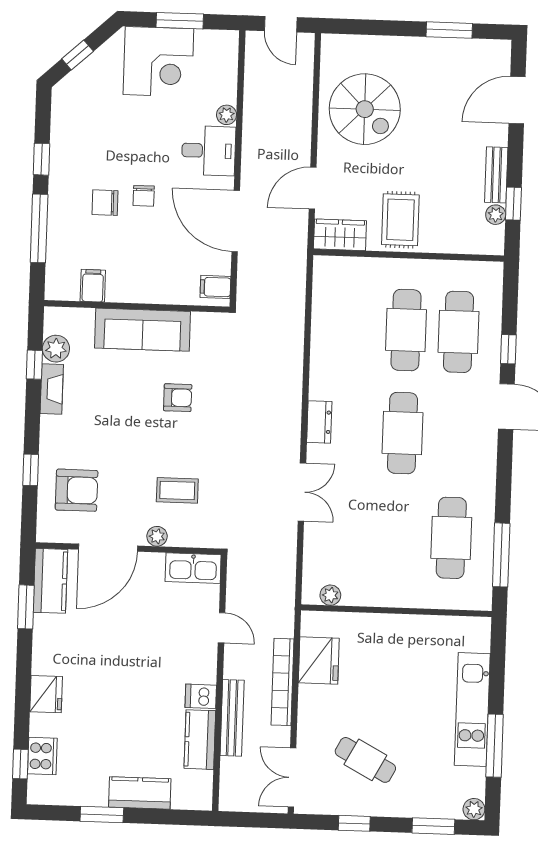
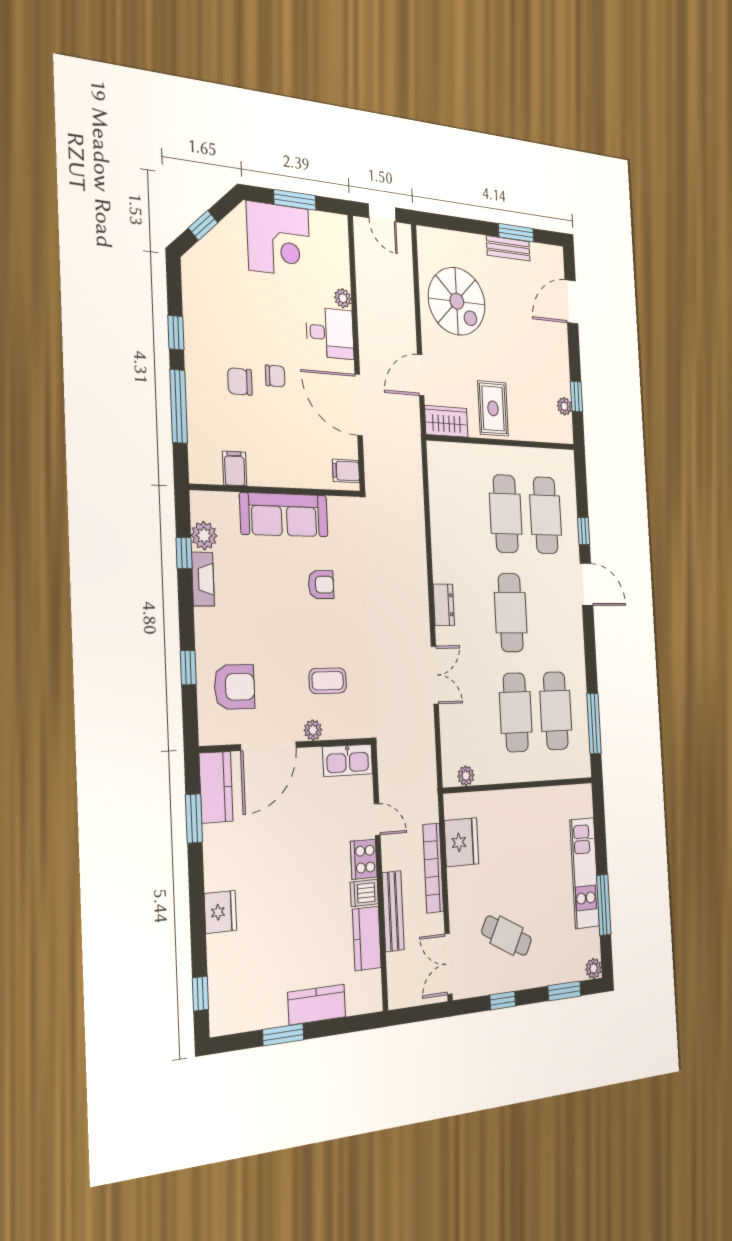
bench: (496, 175) -> (508, 248), moved, turned 90
chair: (144, 196) -> (275, 376), turned -90
cafe table: (399, 536) -> (516, 712), added
cooker: (42, 756) -> (364, 859), moved, turned 180

